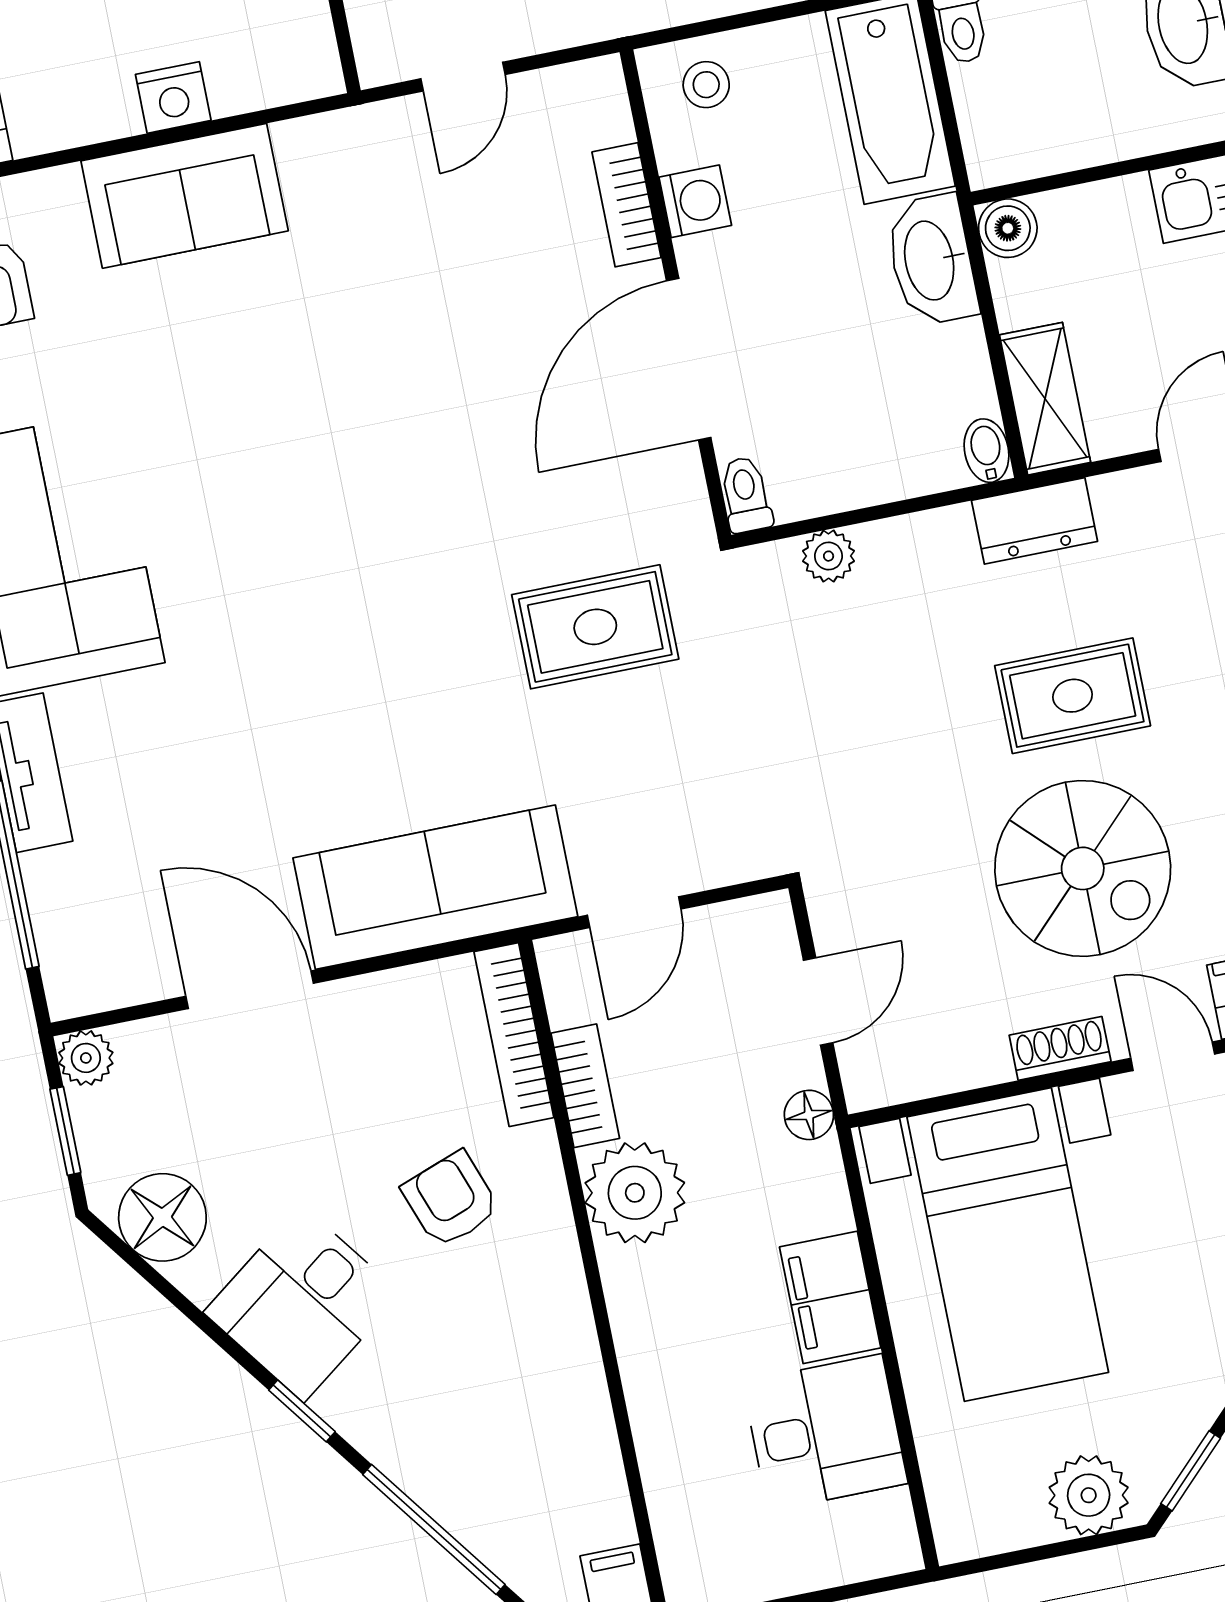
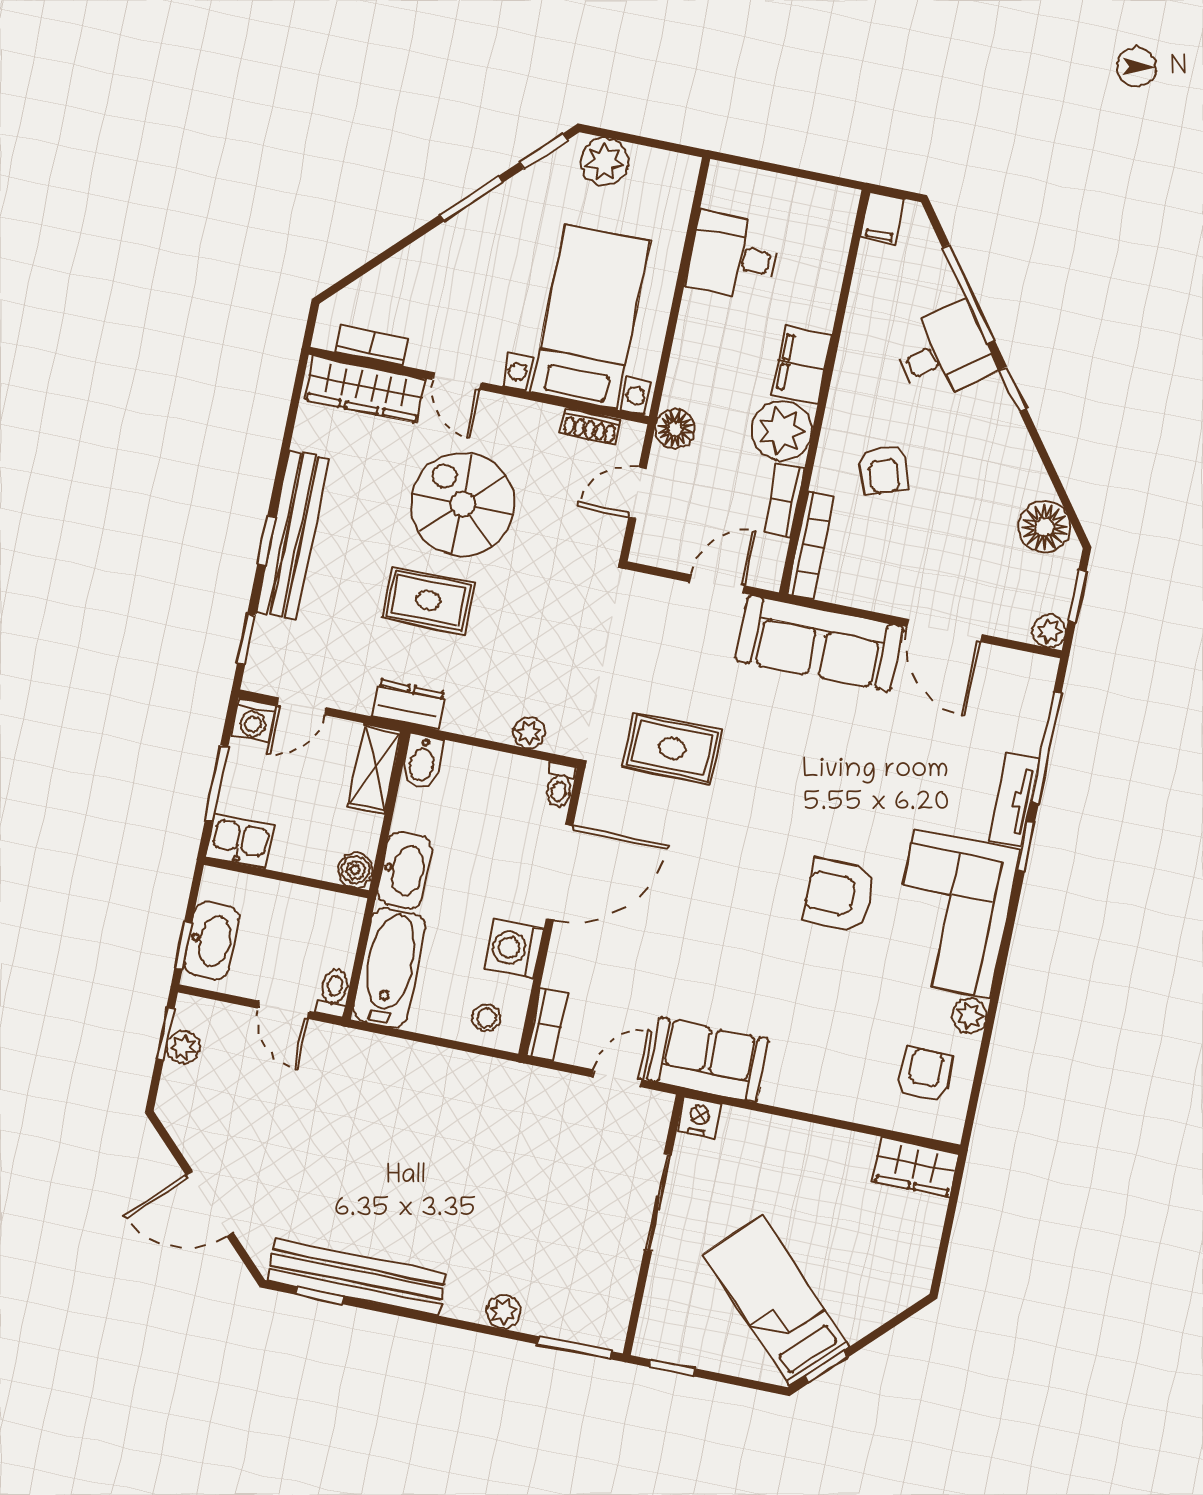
nightstand: (173, 97) -> (699, 1117), moved
sofa: (185, 196) -> (708, 1060), moved
washing machine: (695, 201) -> (514, 949), width x1.38, depth x1.38
bookcase: (626, 205) -> (547, 1024), moved
bidet: (986, 451) -> (422, 761), width x1.38, depth x1.36
armchair: (239, 509) -> (839, 895), added
shoe rack: (1060, 1048) -> (590, 426), moved
floor lamp: (809, 1115) -> (675, 429), width x1.37, depth x1.37
filing cabinet: (830, 1297) -> (802, 365), moved, turned 180
desk: (302, 1303) -> (944, 352), moved

